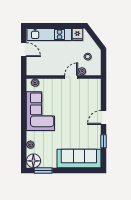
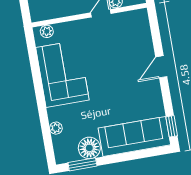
window: (103, 141) -> (172, 126), moved
floor lamp: (33, 161) -> (89, 148), moved

